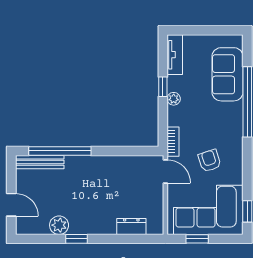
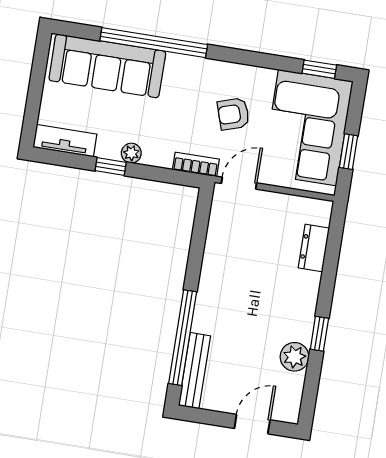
sofa: (227, 74) -> (107, 66), width x1.36

